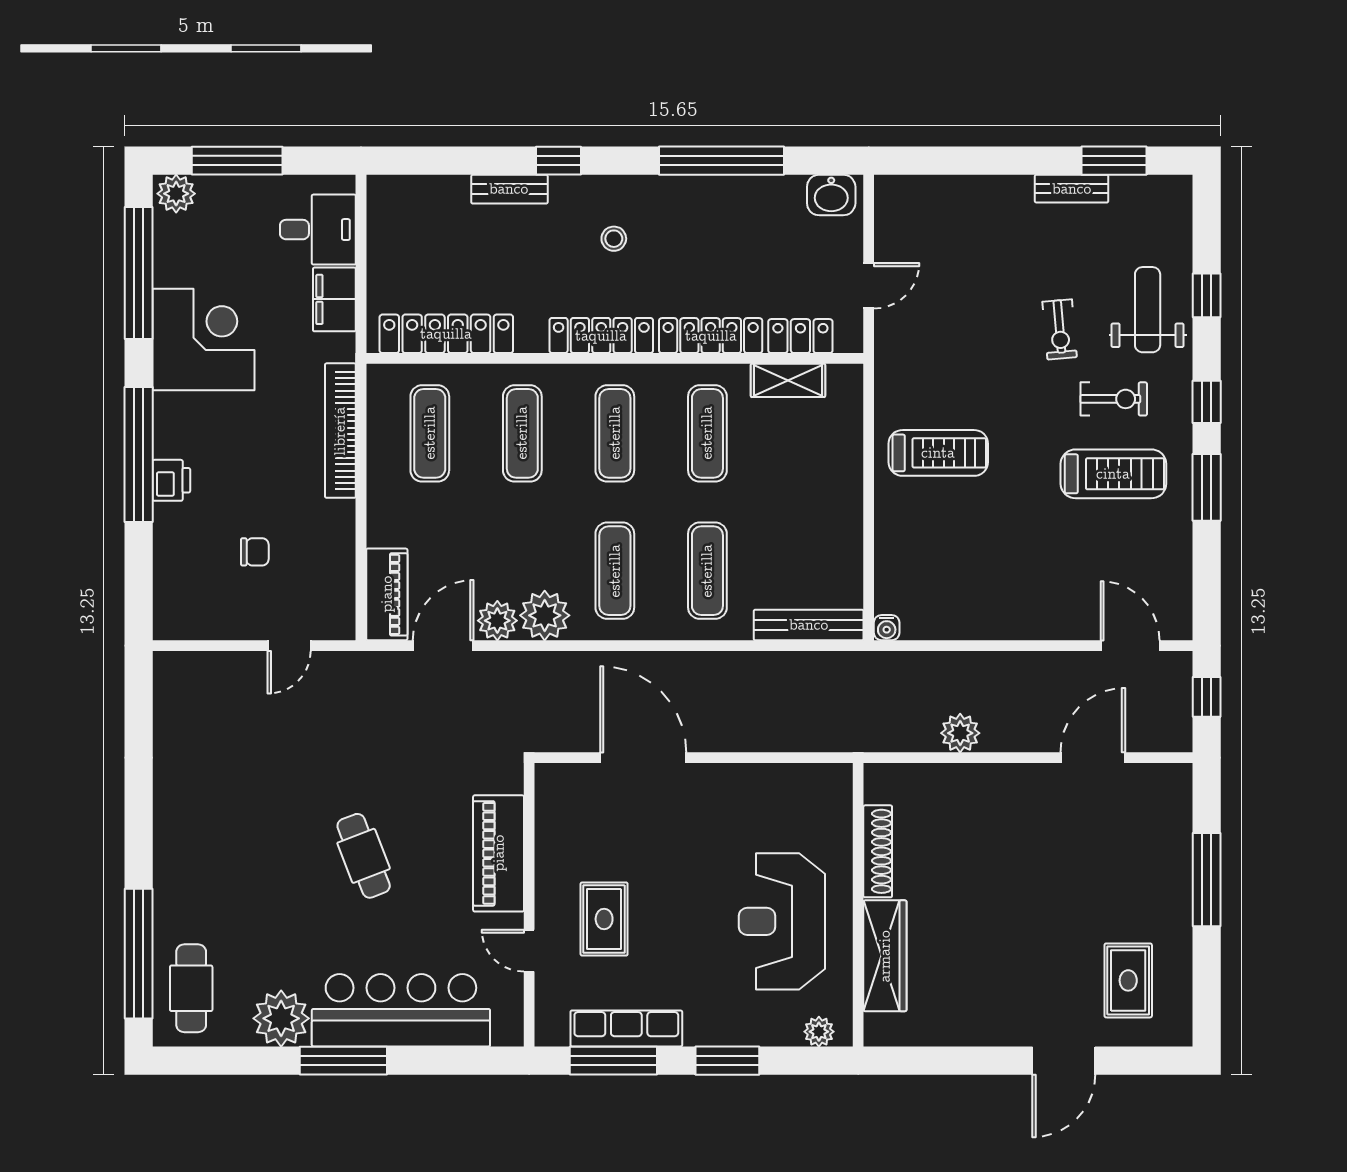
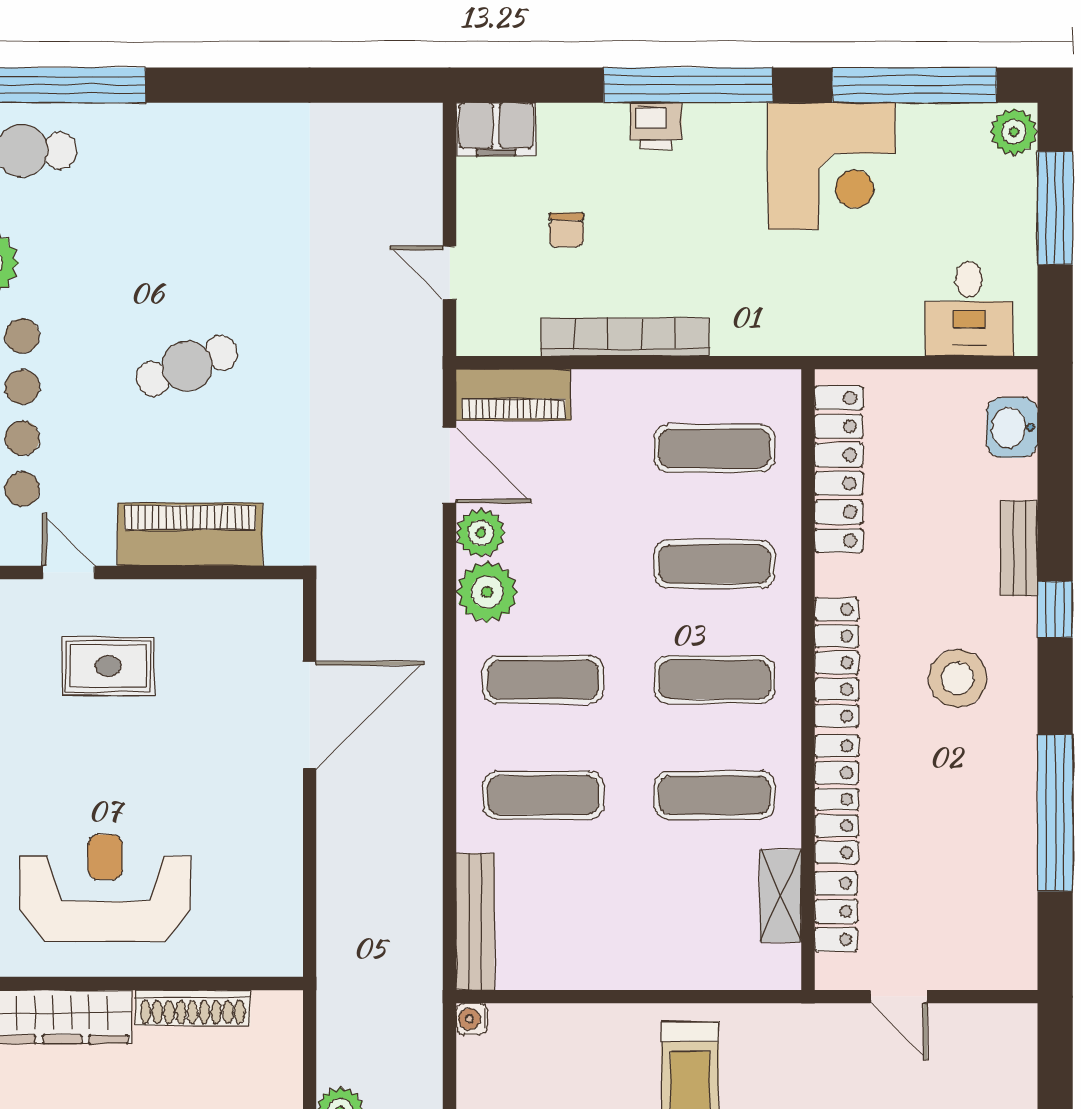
washbasin: (831, 195) -> (1012, 427), moved
stool: (614, 239) -> (958, 678), width x1.89, depth x1.89
filing cabinet: (334, 299) -> (496, 129), moved, turned 180
bookcase: (340, 431) -> (625, 337), moved
door: (529, 951) -> (69, 573), hinge flipped

